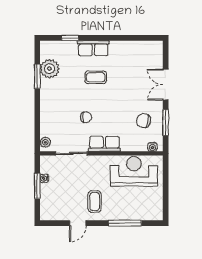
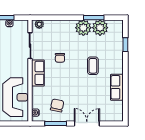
row of seats: (93, 48) -> (117, 87), moved
plant: (50, 89) -> (83, 28), added

